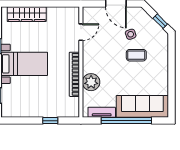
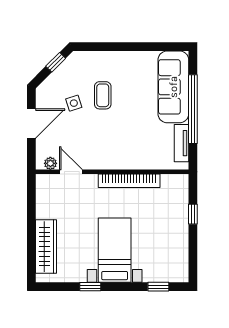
plant: (91, 82) -> (50, 163), moved, width x0.53, depth x0.53

